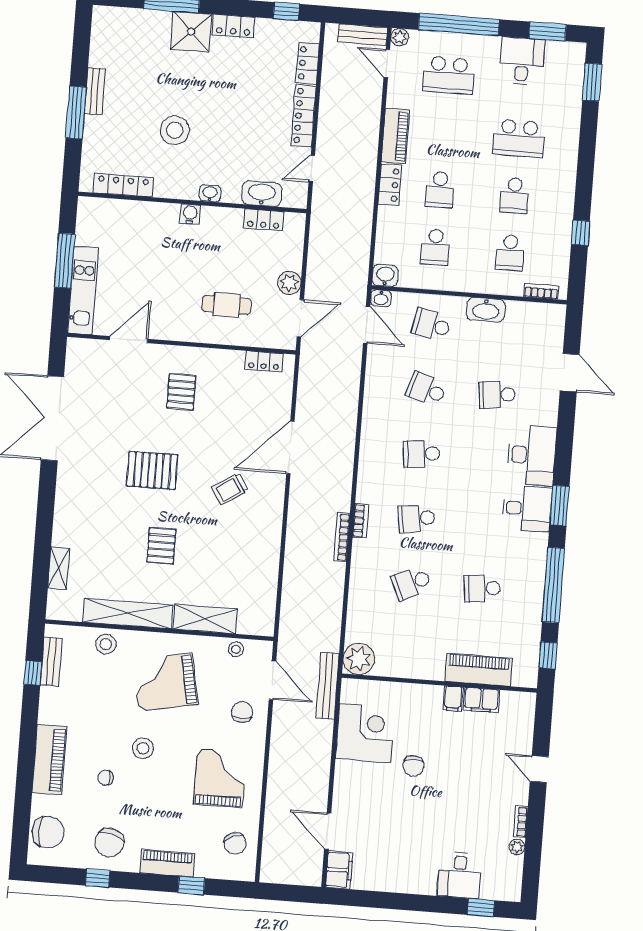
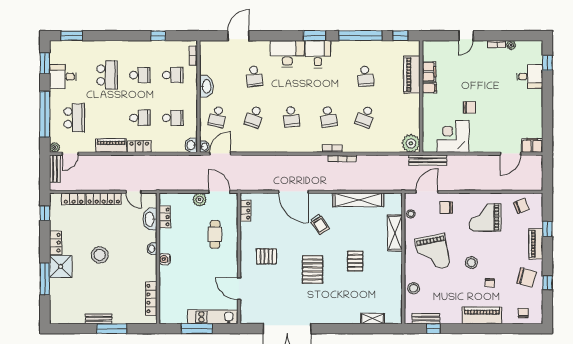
stool: (175, 130) -> (100, 255), moved
pallet: (161, 546) -> (355, 261), turned 90
school desk: (411, 583) -> (365, 117), turned 45
shelving: (128, 614) -> (358, 200), moved, turned 90
chair: (48, 832) -> (523, 313), width x0.54, depth x0.54

